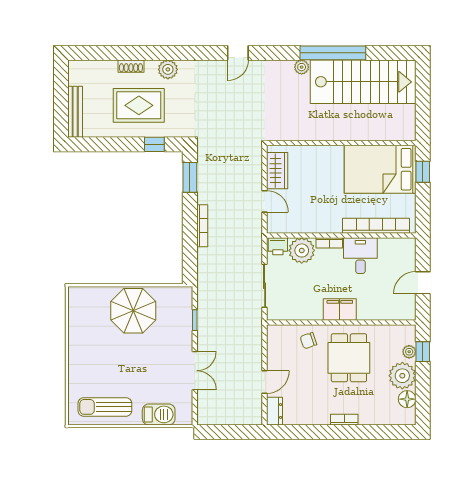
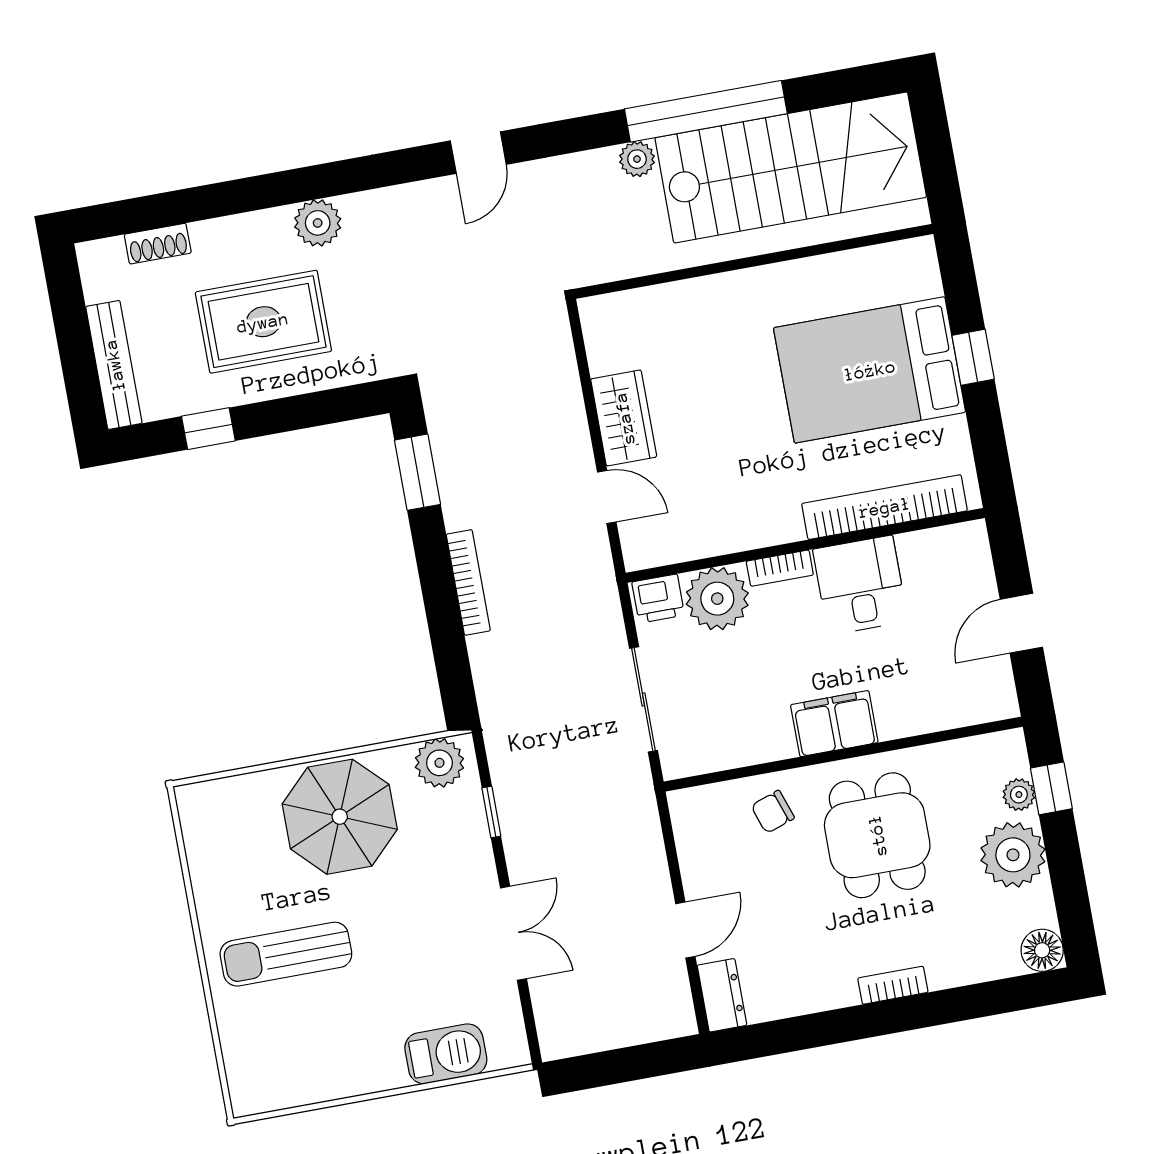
shoe rack: (131, 66) -> (158, 244), moved
wall: (341, 143) -> (754, 261), moved
window: (154, 144) -> (208, 429), moved
plant: (177, 296) -> (439, 763), added
floor lamp: (407, 399) -> (1042, 950), moved
sun lounger: (105, 407) -> (286, 954), moved

